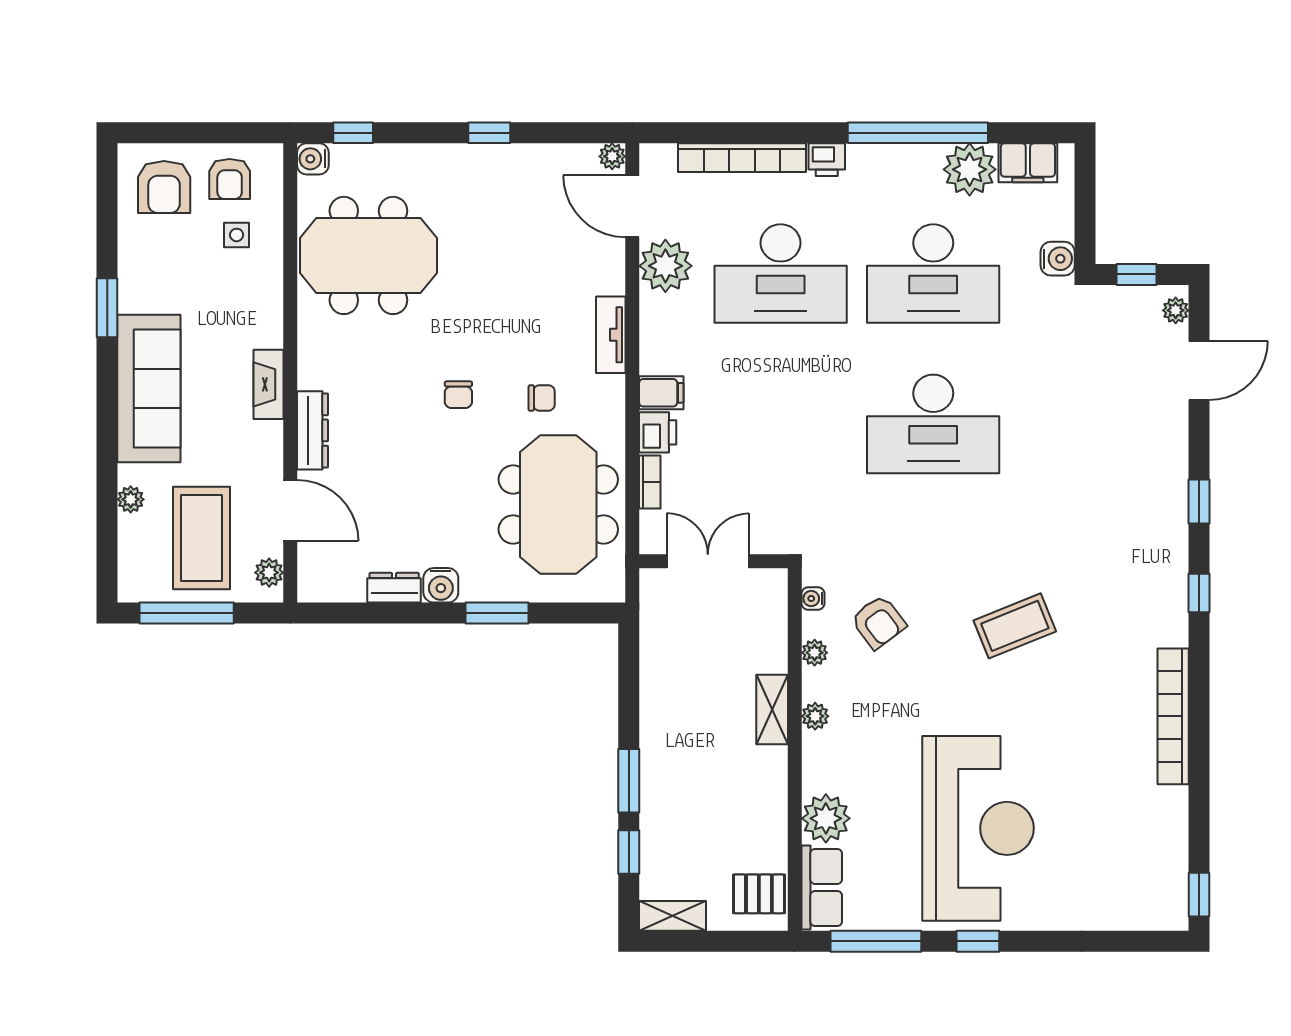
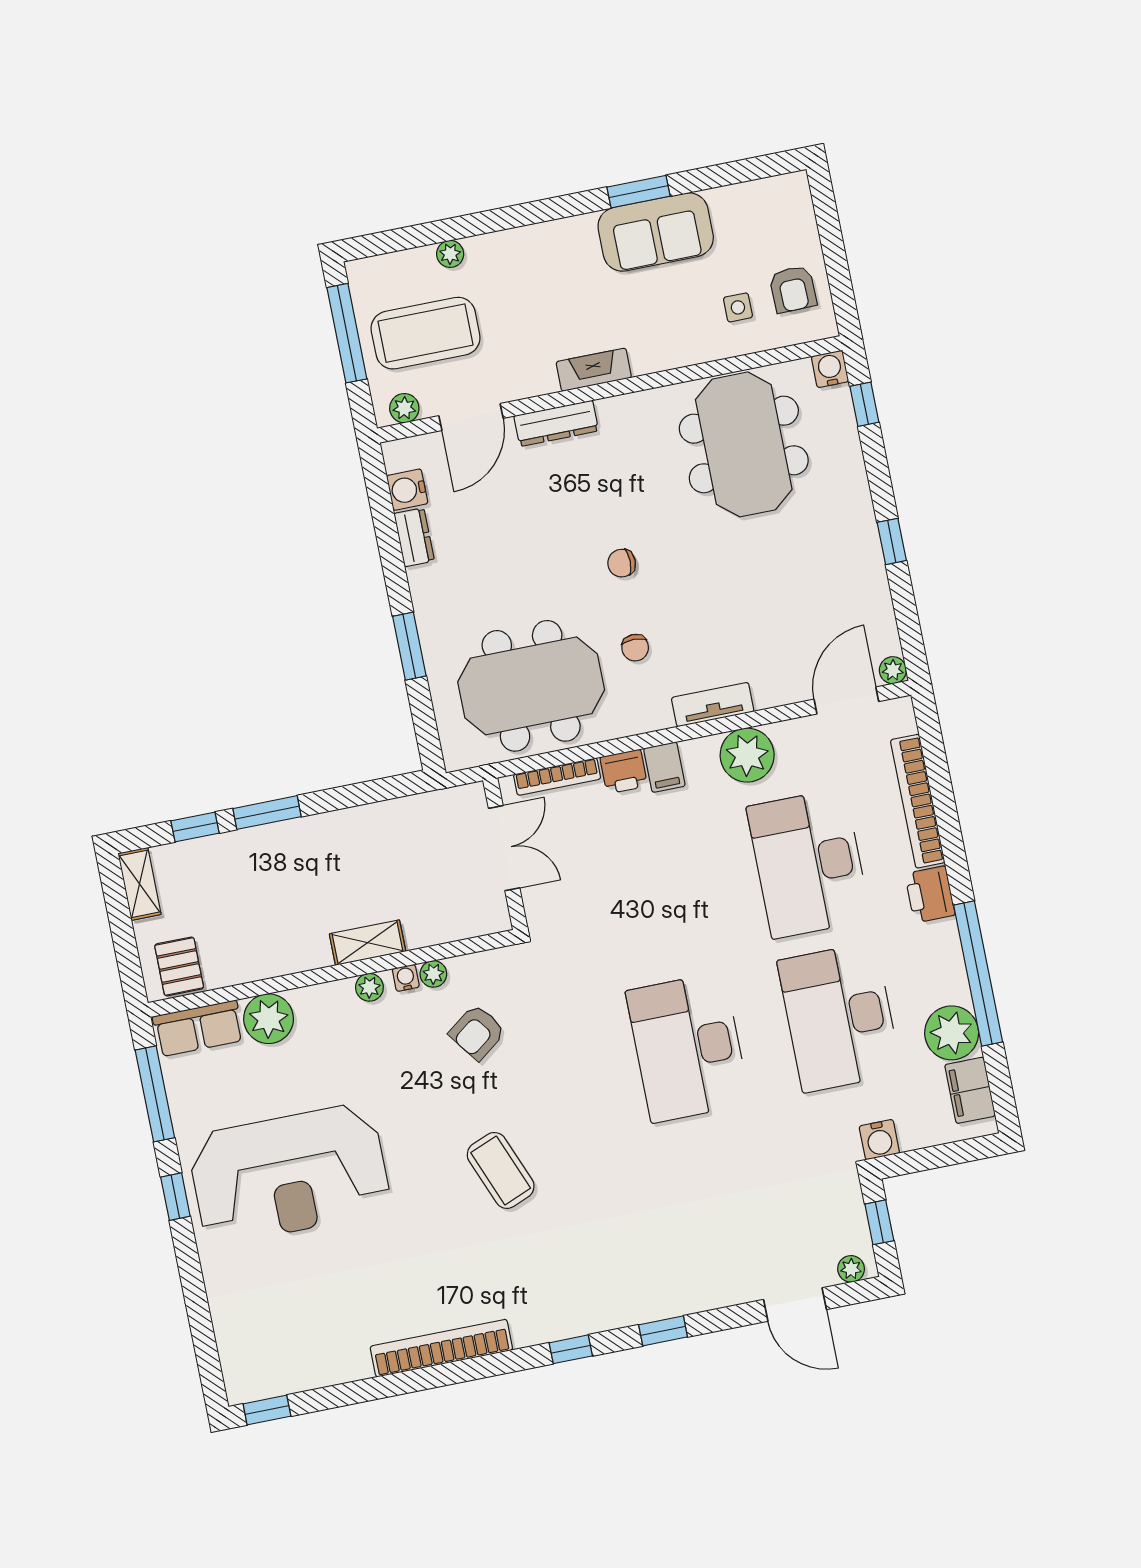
printer: (827, 160) -> (930, 894), width x1.36, depth x1.24
armchair: (230, 179) -> (793, 289), turned -91
armchair: (164, 187) -> (772, 225), removed
plant: (665, 266) -> (747, 755), moved
sofa: (149, 389) -> (656, 232), moved, width x0.73
bookcase: (650, 482) -> (557, 777), width x1.56
water cooler: (441, 585) -> (407, 490), moved
water cooler: (813, 599) -> (406, 978), moved

